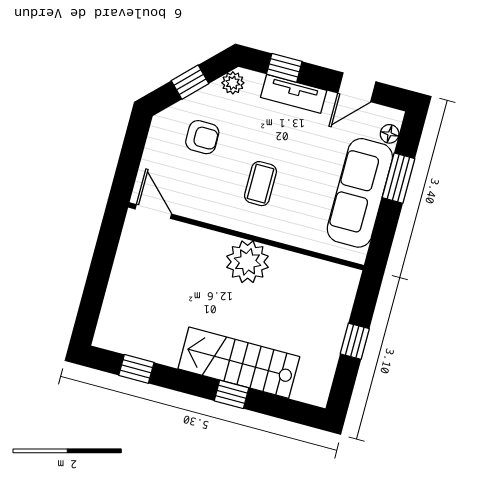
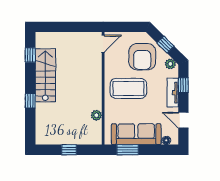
armchair: (202, 137) -> (142, 57), width x1.88, depth x1.88
window: (398, 178) -> (128, 150), moved
coffee table: (260, 184) -> (128, 88), width x1.86, depth x1.72
plant: (248, 262) -> (96, 115), moved, width x0.53, depth x0.53
stairs: (239, 363) -> (45, 75), moved

